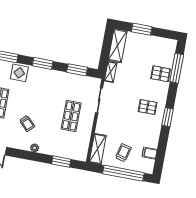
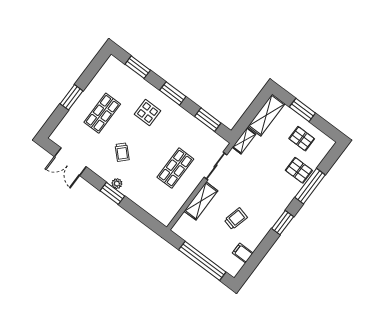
window: (177, 68) -> (310, 186), moved
display table: (19, 73) -> (147, 113), moved
pallet: (148, 107) -> (302, 139), moved
shelving: (98, 149) -> (201, 201), moved
trolley: (123, 153) -> (236, 219), moved
window: (61, 162) -> (112, 193), moved

